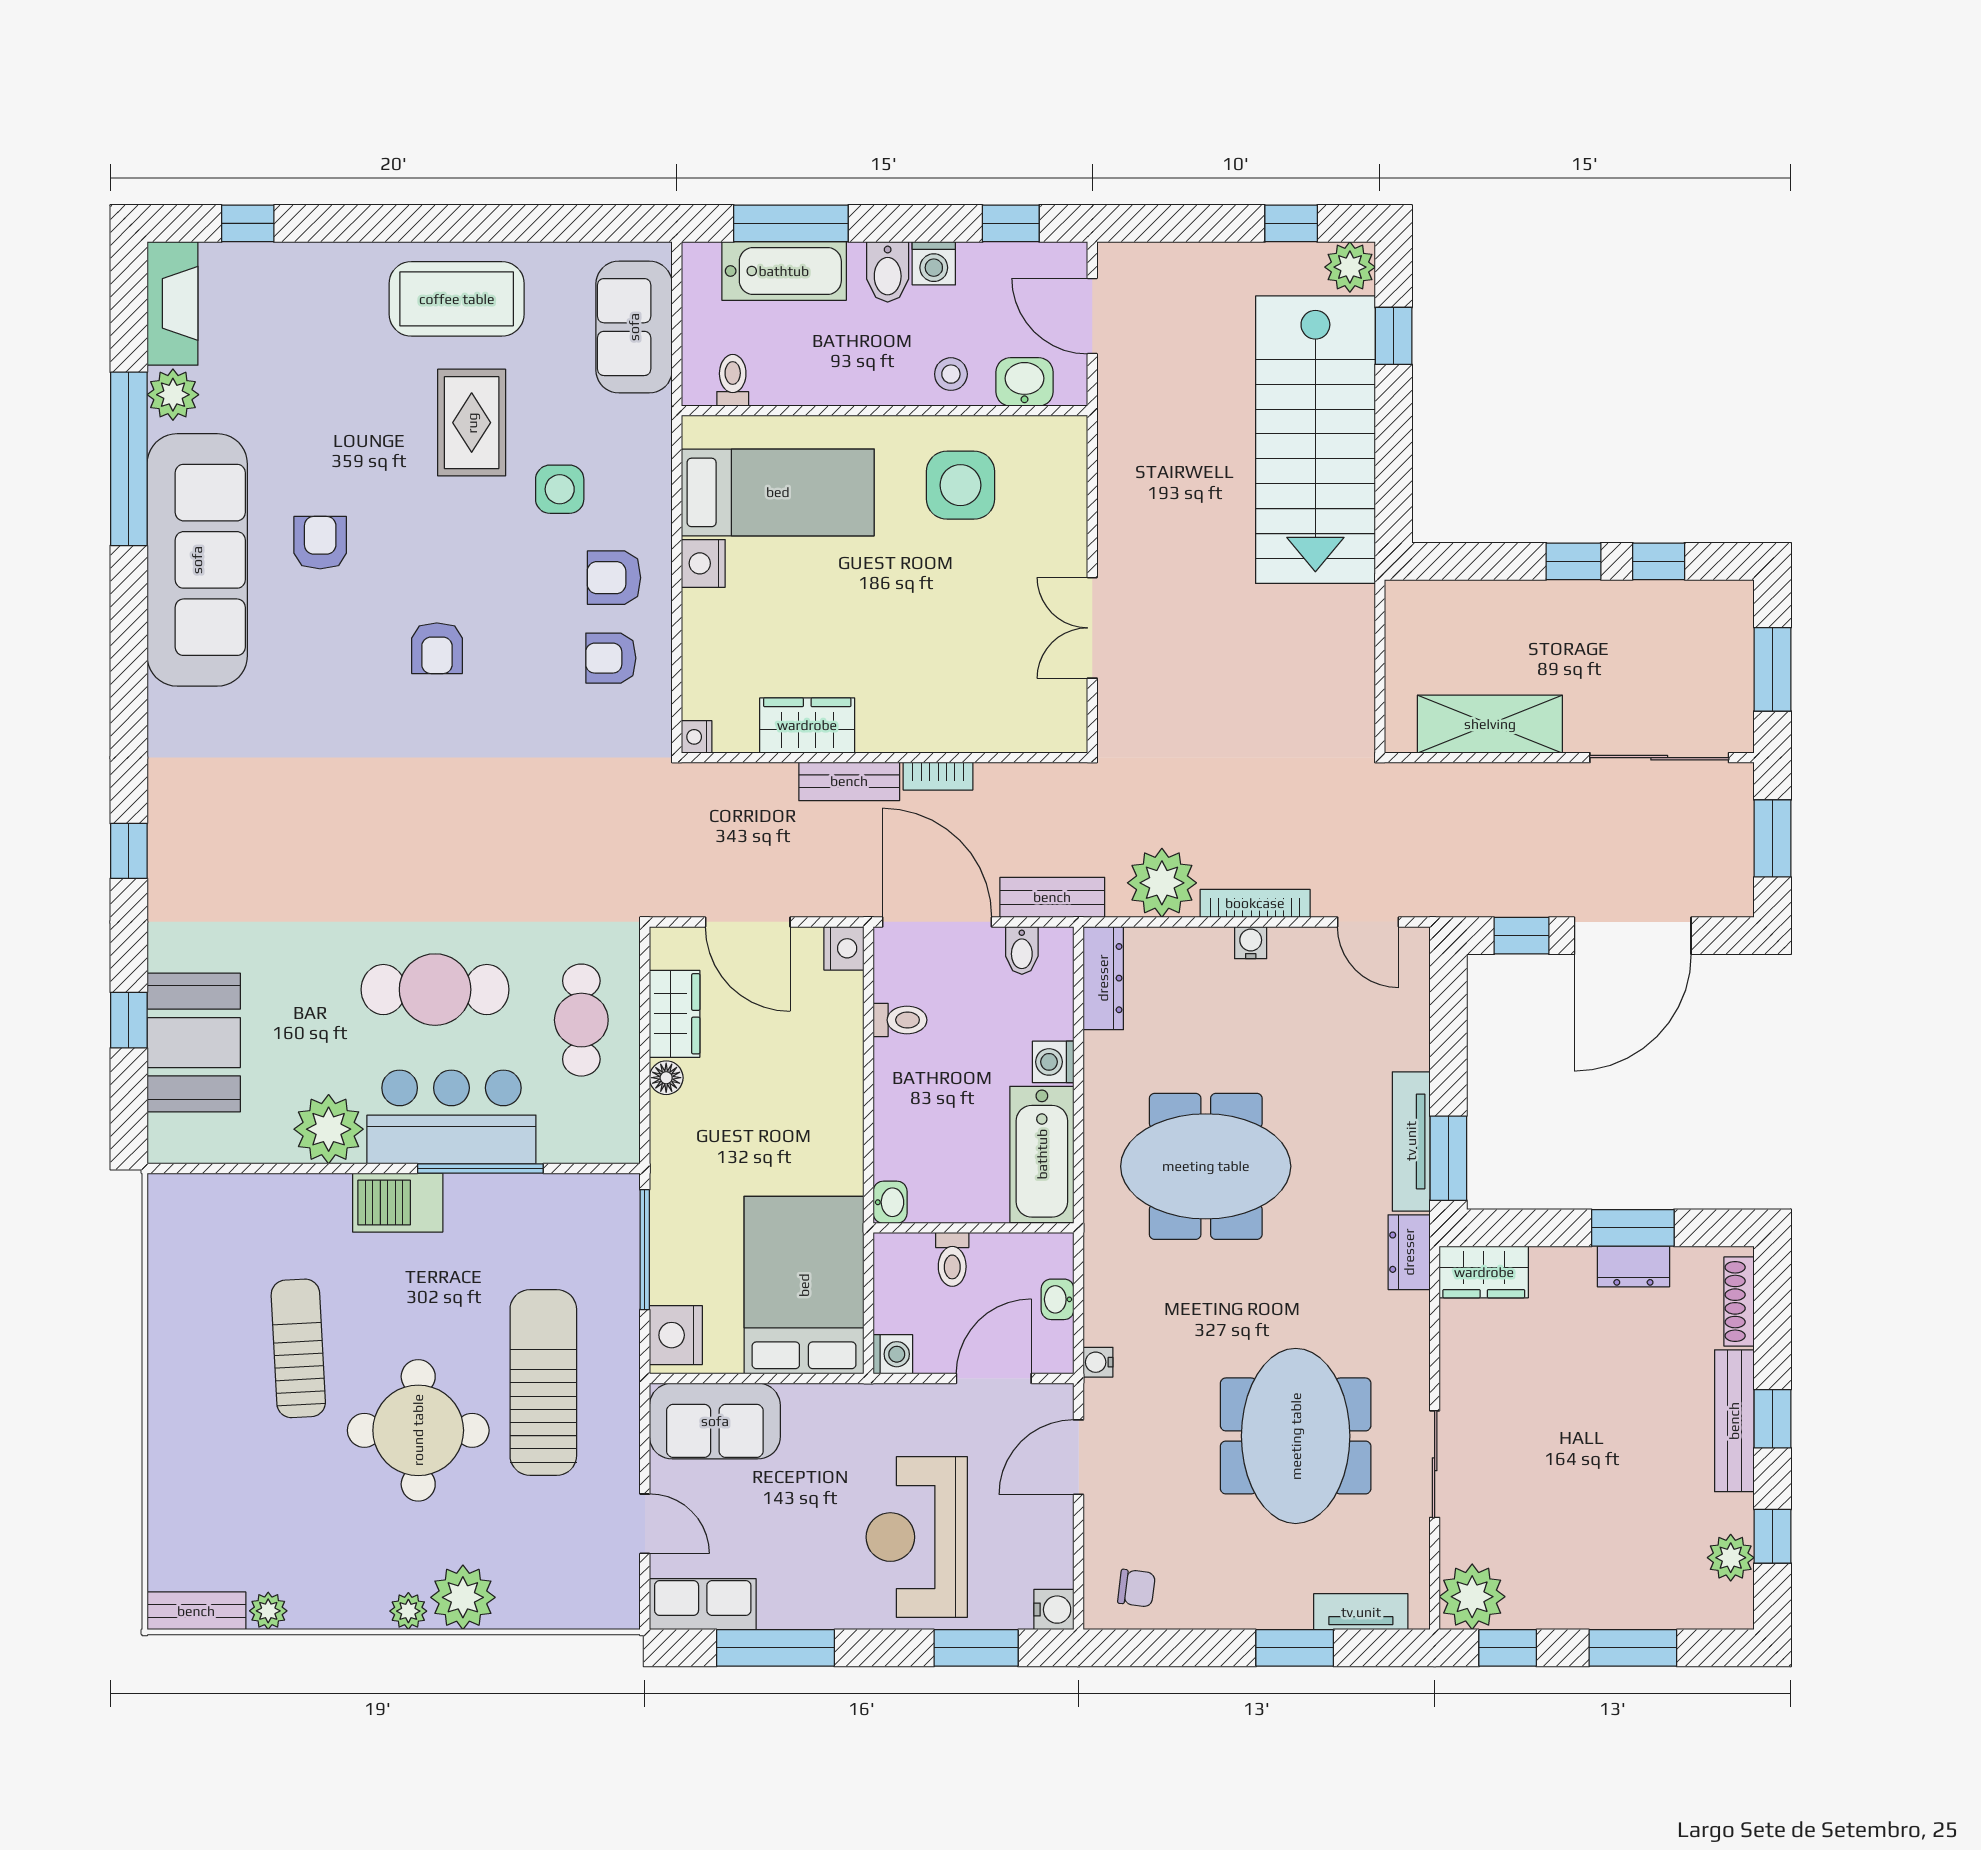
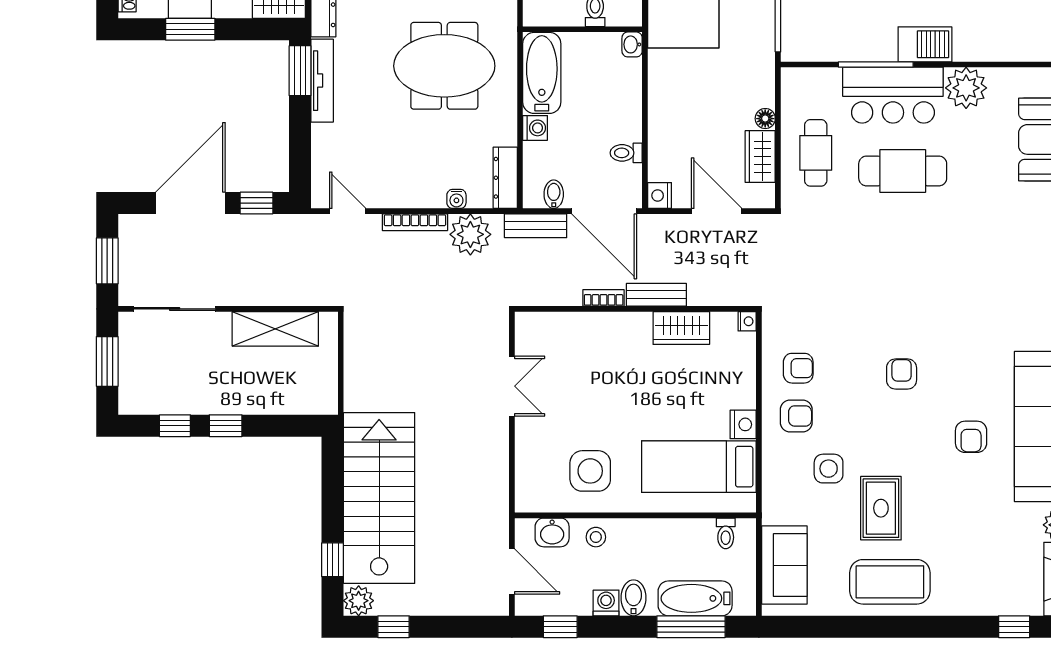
water cooler: (1251, 943) -> (456, 199), moved

